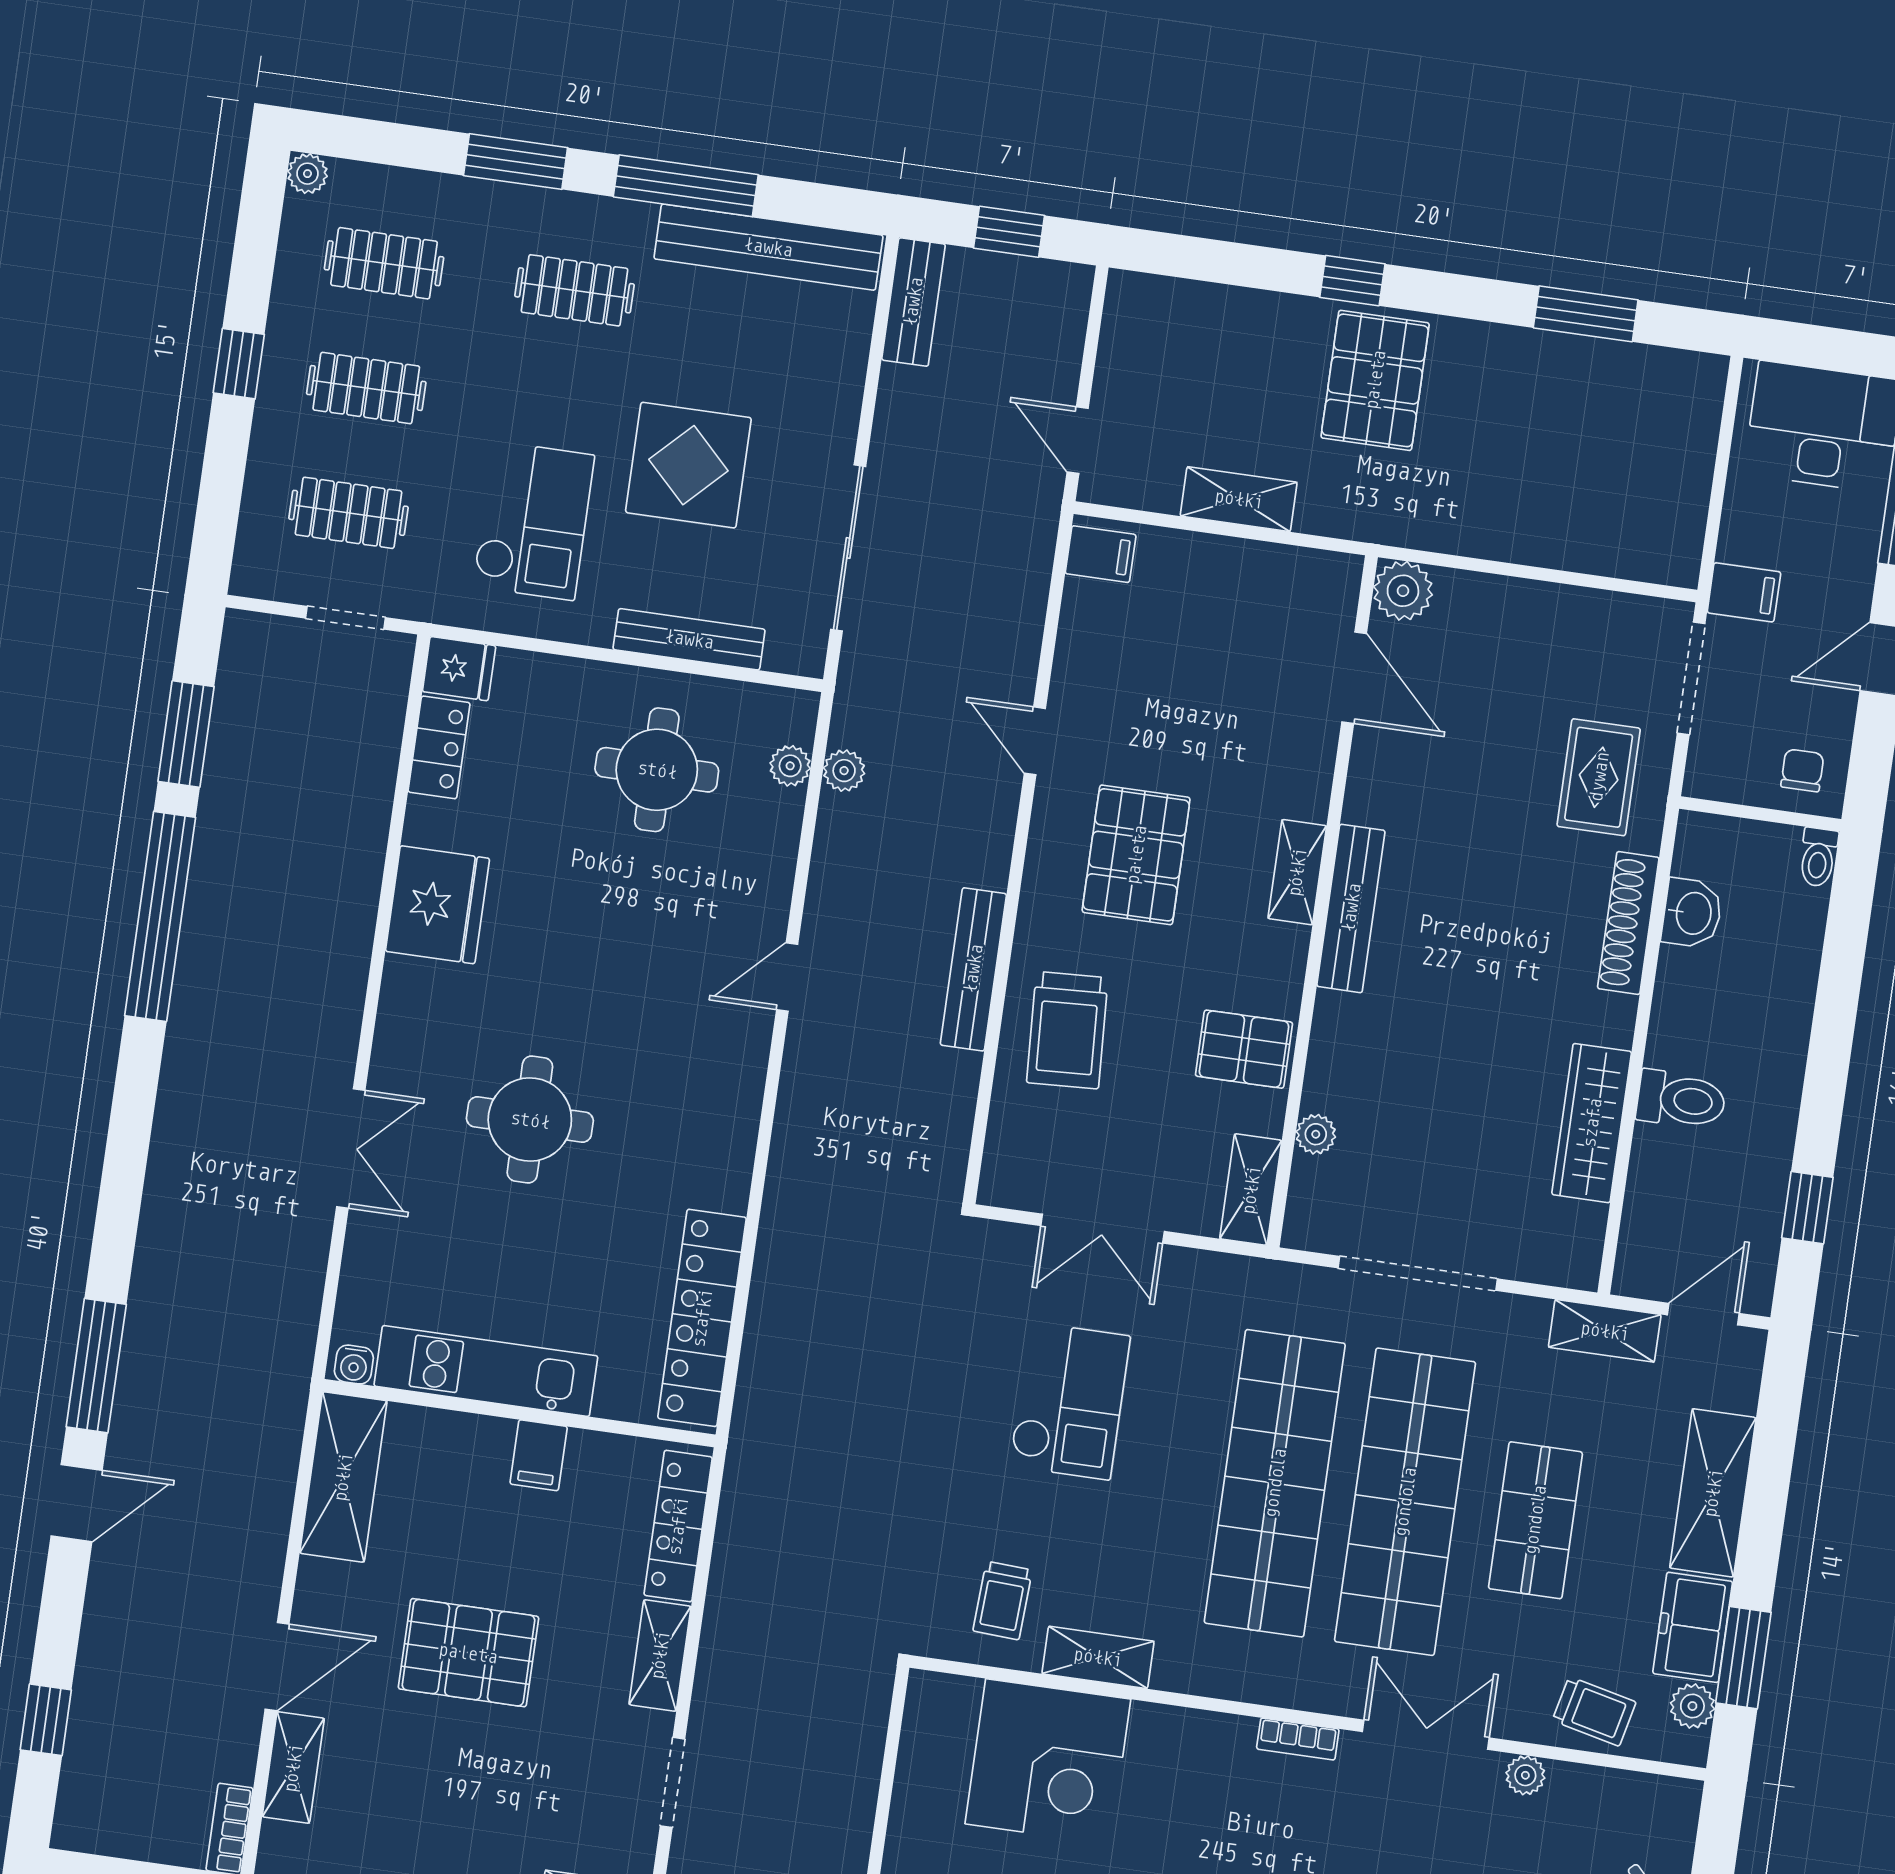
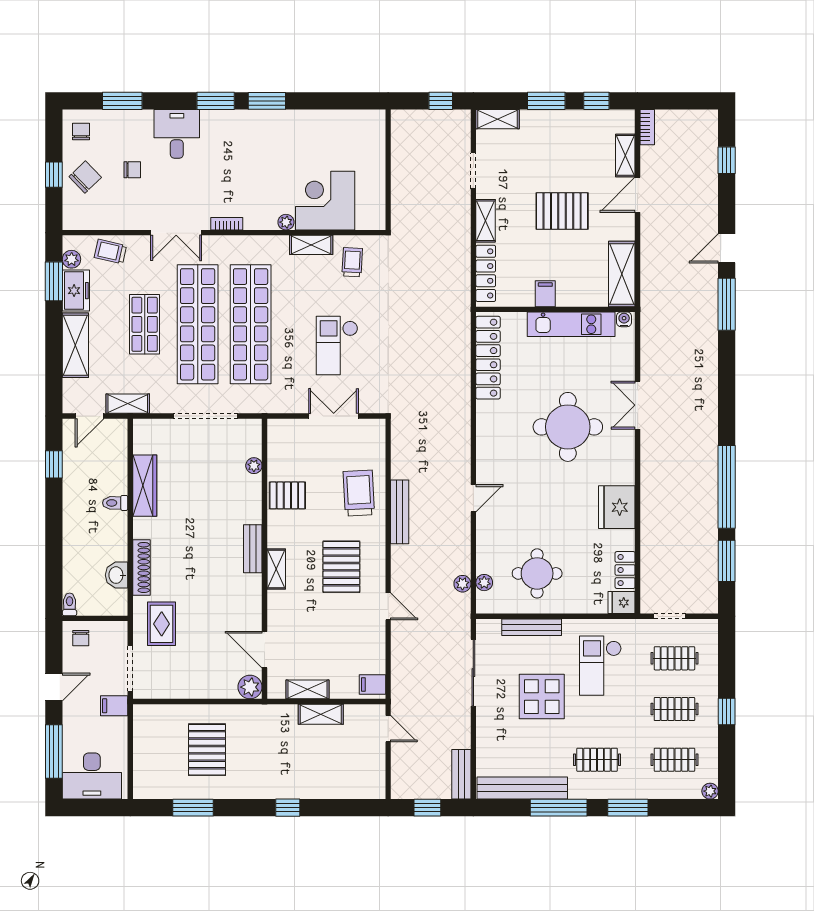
pallet: (1375, 380) -> (207, 750), moved
bench: (1351, 908) -> (253, 549), width x0.73
toilet: (1681, 1100) -> (115, 503), width x0.73, depth x0.72
round table: (530, 1120) -> (568, 427), width x1.36, depth x1.36
shelving: (1251, 1190) -> (308, 689), moved, turned 90
plant: (1525, 1775) -> (286, 222), moved

